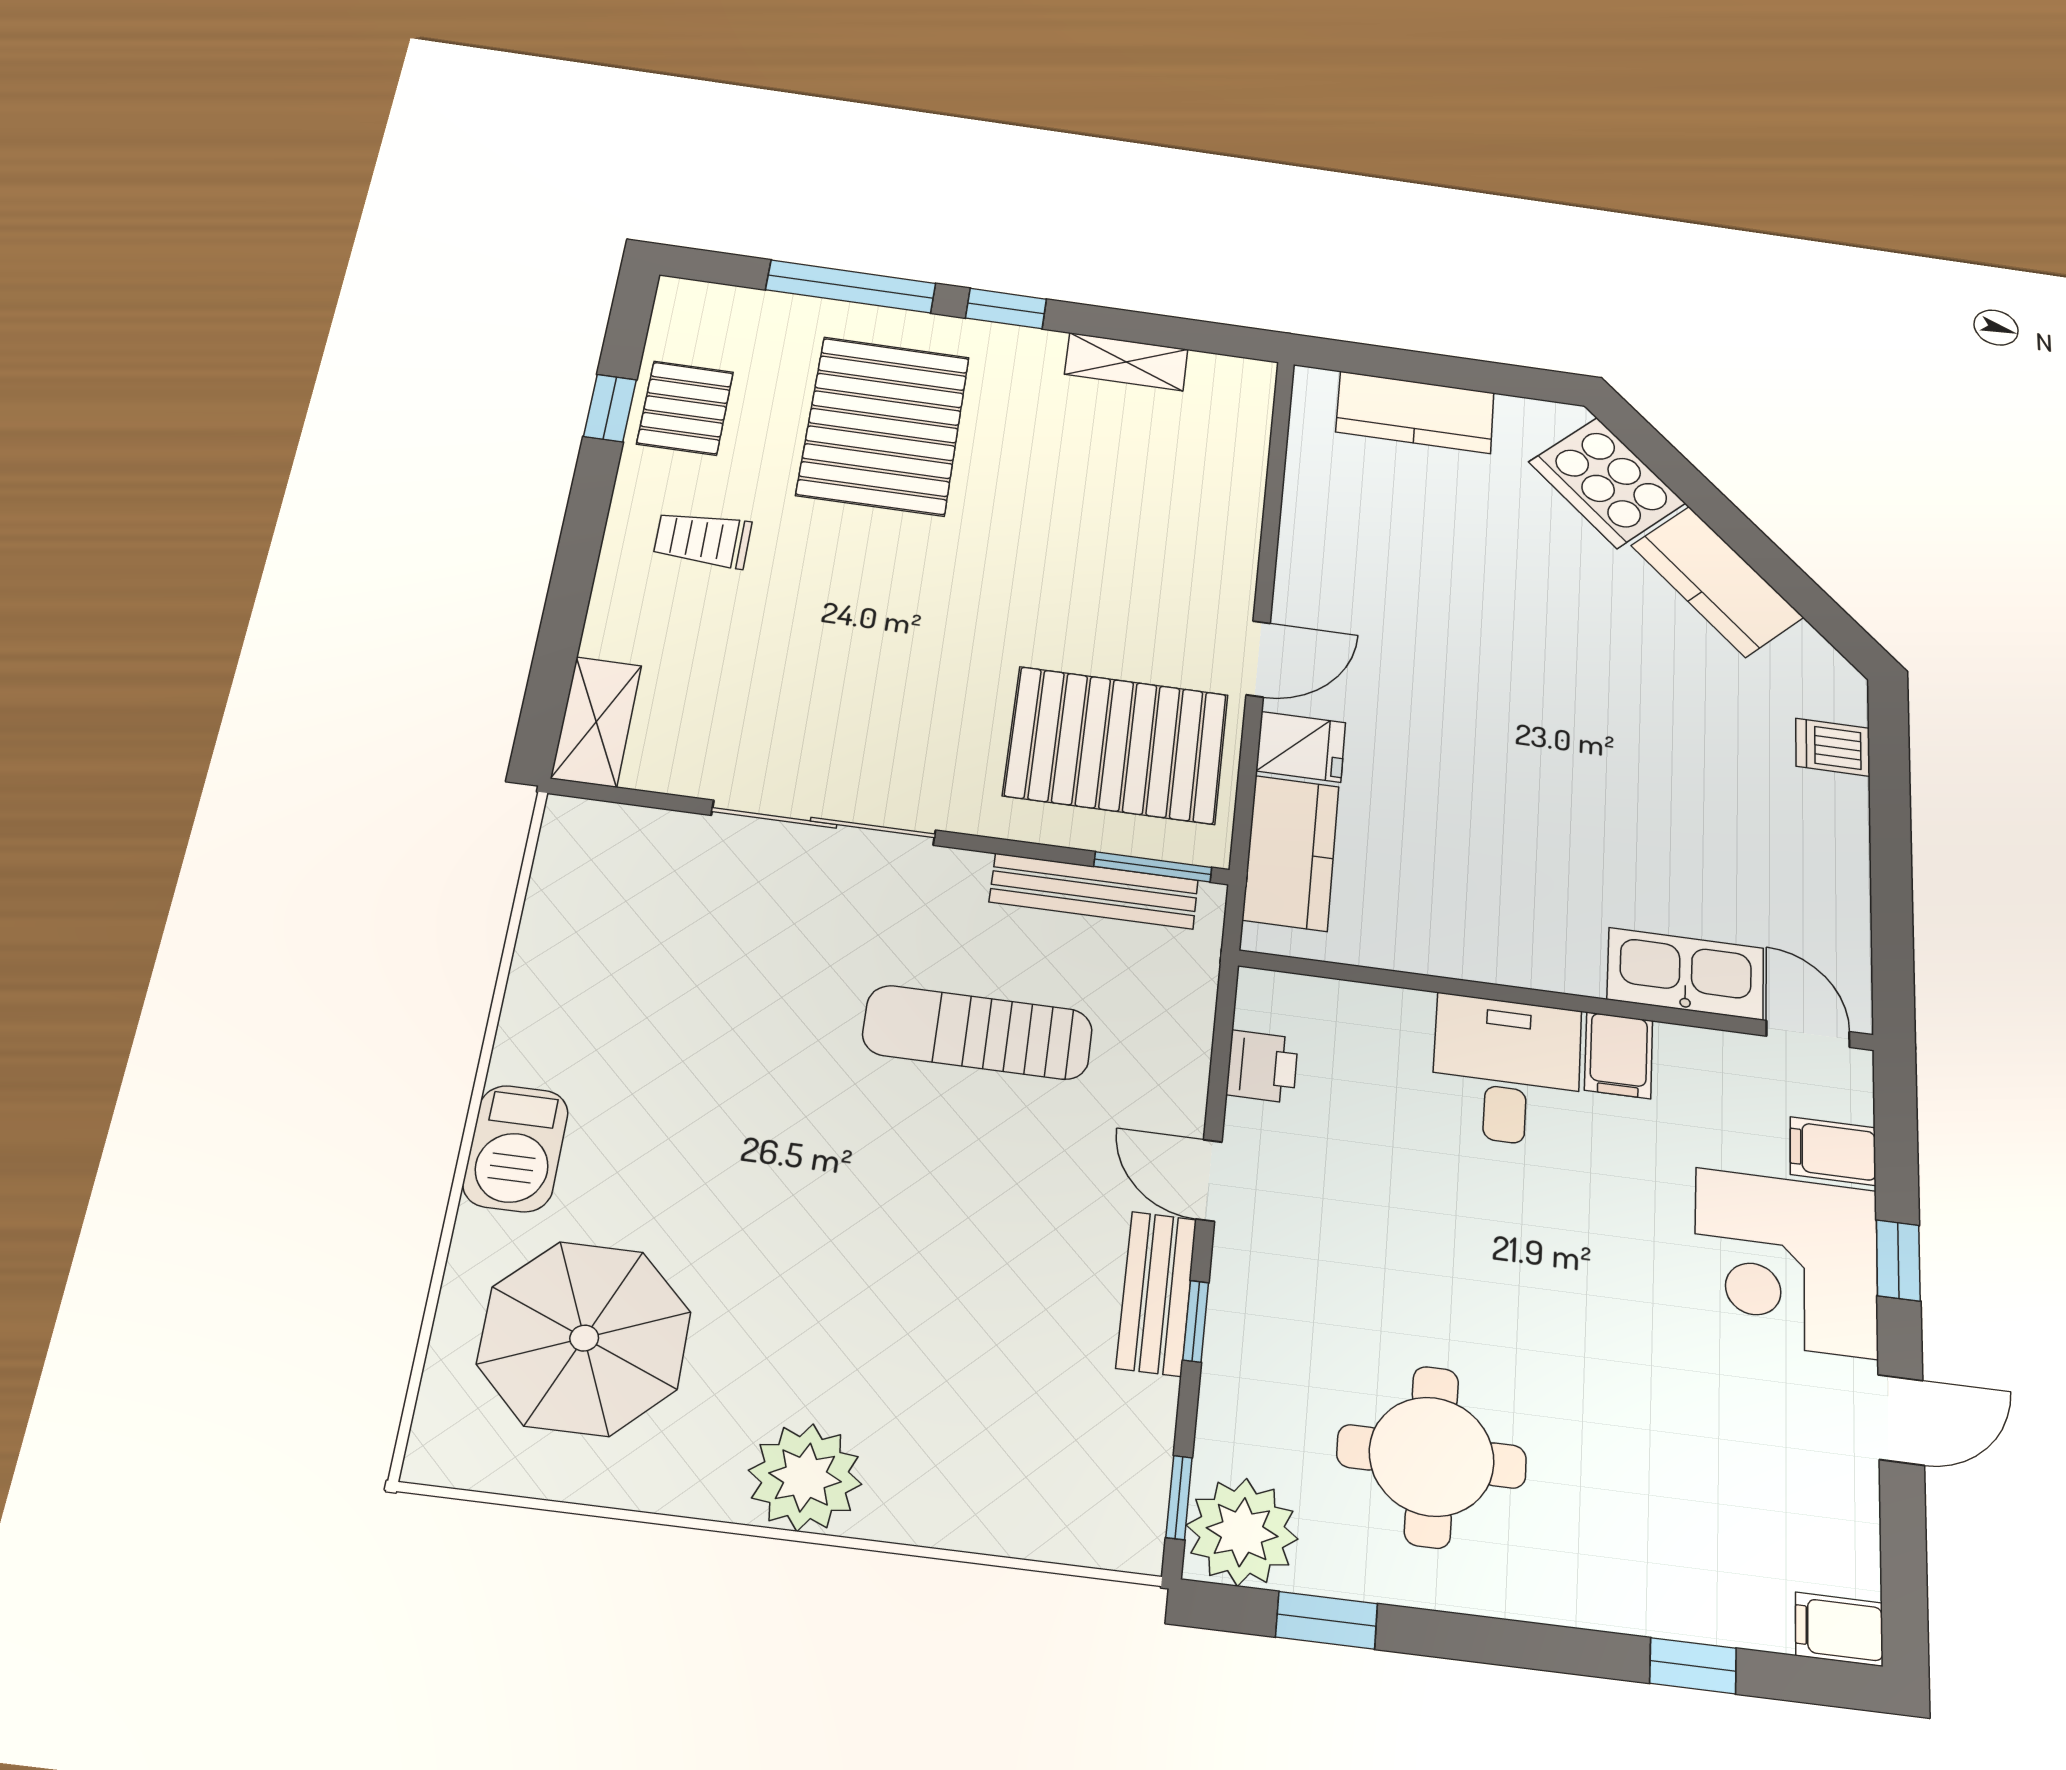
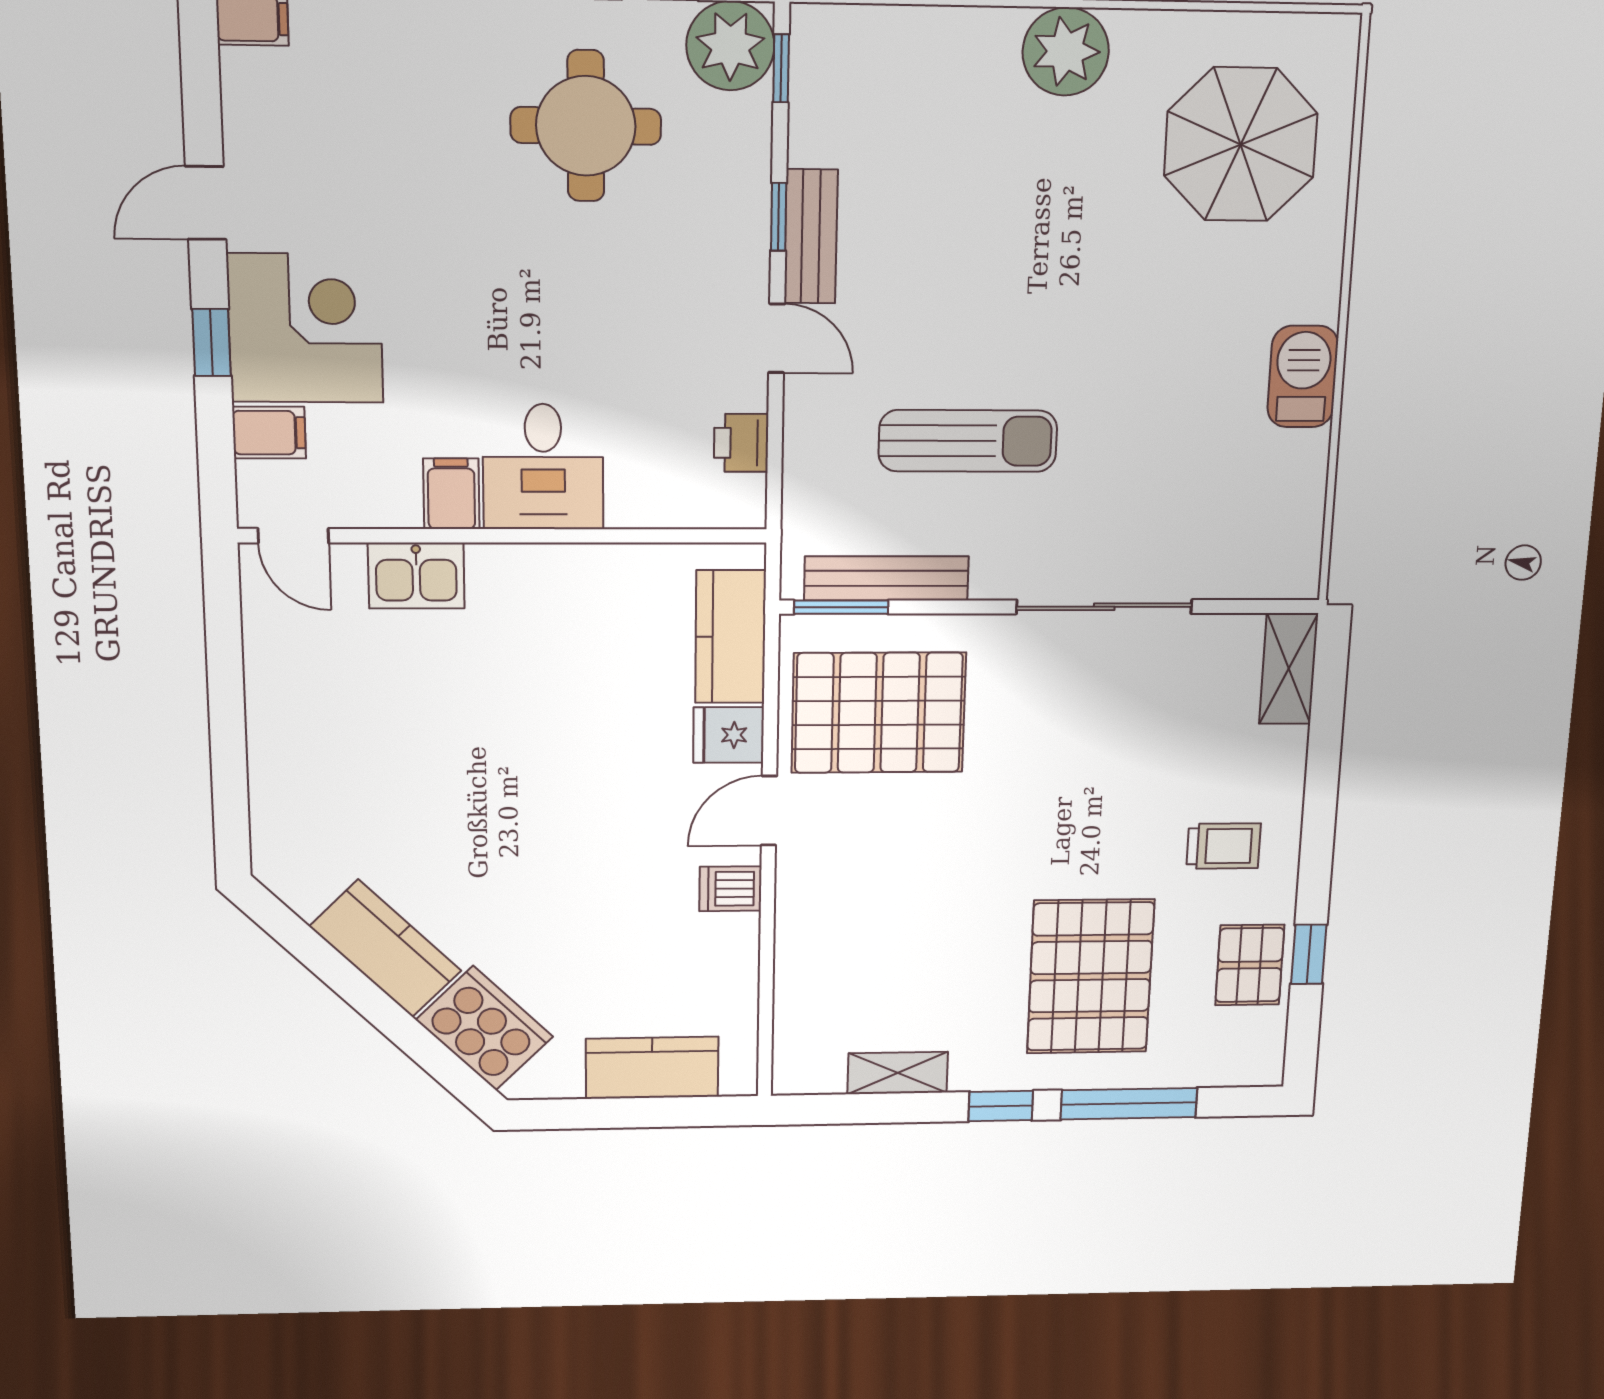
dishwasher: (1833, 747) -> (730, 889), moved, turned 180
kitchen sink: (1686, 974) -> (416, 576), width x0.73
barbecue: (516, 1148) -> (1303, 377), moved

